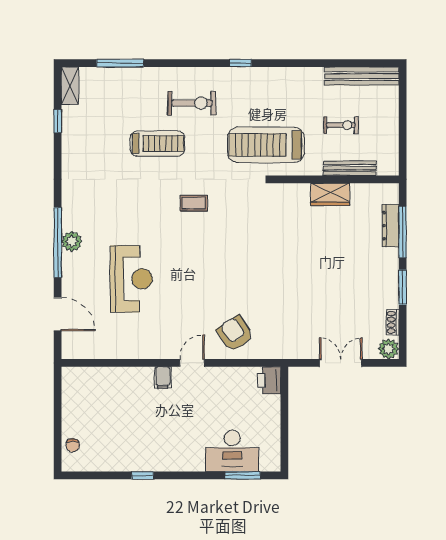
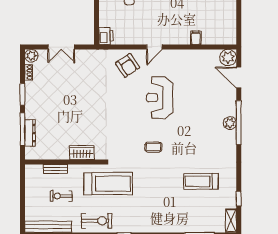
exercise bike: (192, 103) -> (97, 221), moved, turned 180
treadmill: (157, 144) -> (201, 181), moved
bench: (350, 168) -> (56, 169), width x0.73
wardrobe: (330, 194) -> (82, 153), moved
reception desk: (131, 279) -> (160, 98), moved
plant: (75, 346) -> (228, 58), added
filing cabinet: (163, 378) -> (196, 38), moved

